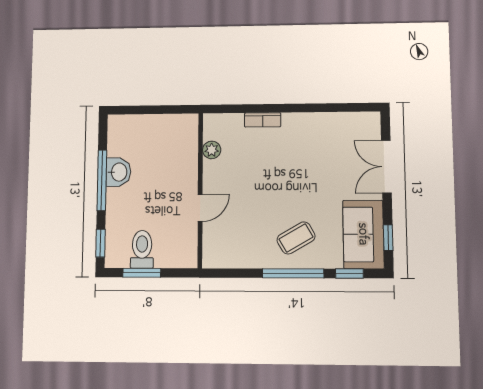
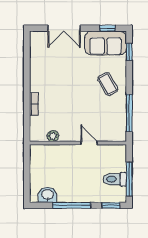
washbasin: (118, 172) -> (48, 195), moved
window: (142, 273) -> (129, 179), width x1.44
window: (293, 273) -> (129, 113), moved

